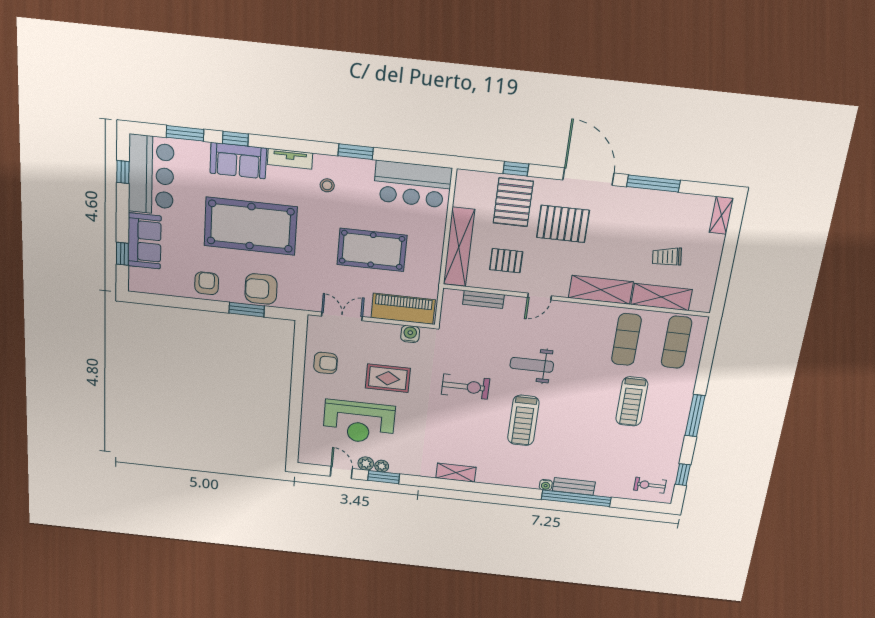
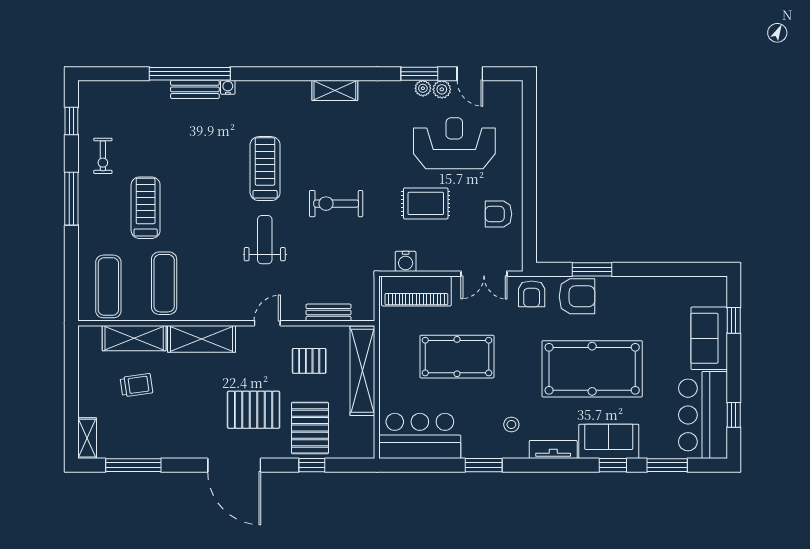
window: (653, 183) -> (133, 465), moved
armchair: (207, 283) -> (532, 294), moved
weight bench: (532, 365) -> (265, 240), turned -90
exercise bike: (650, 485) -> (103, 156), moved, turned 90

